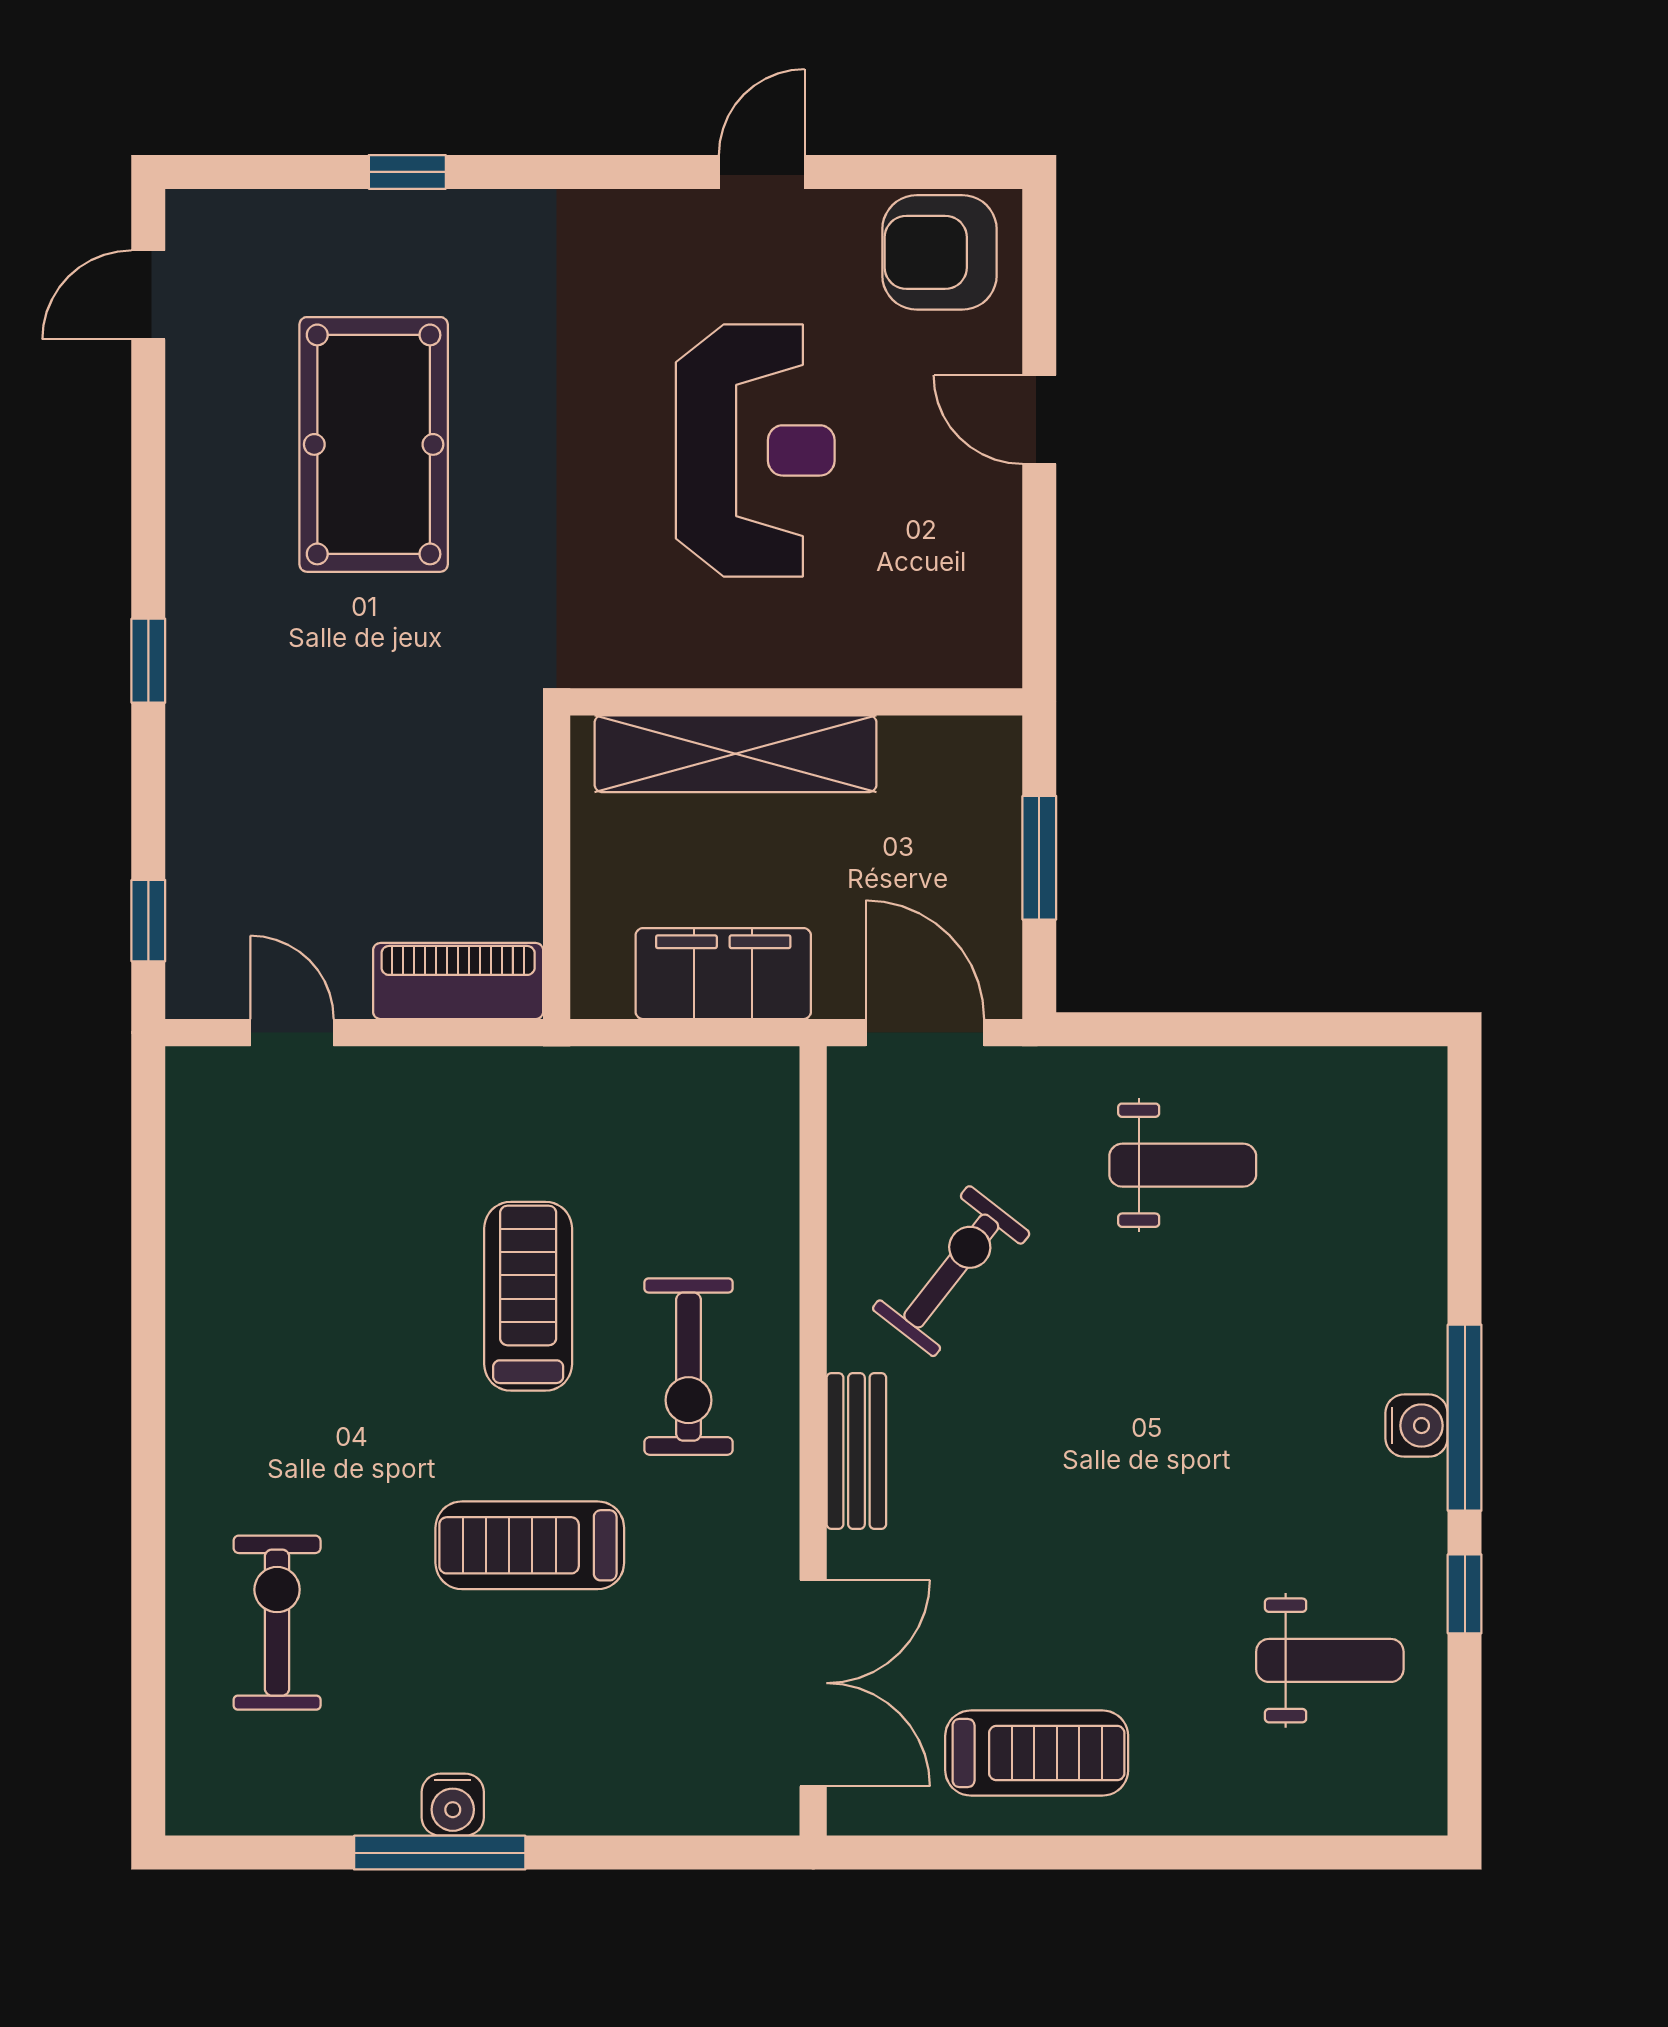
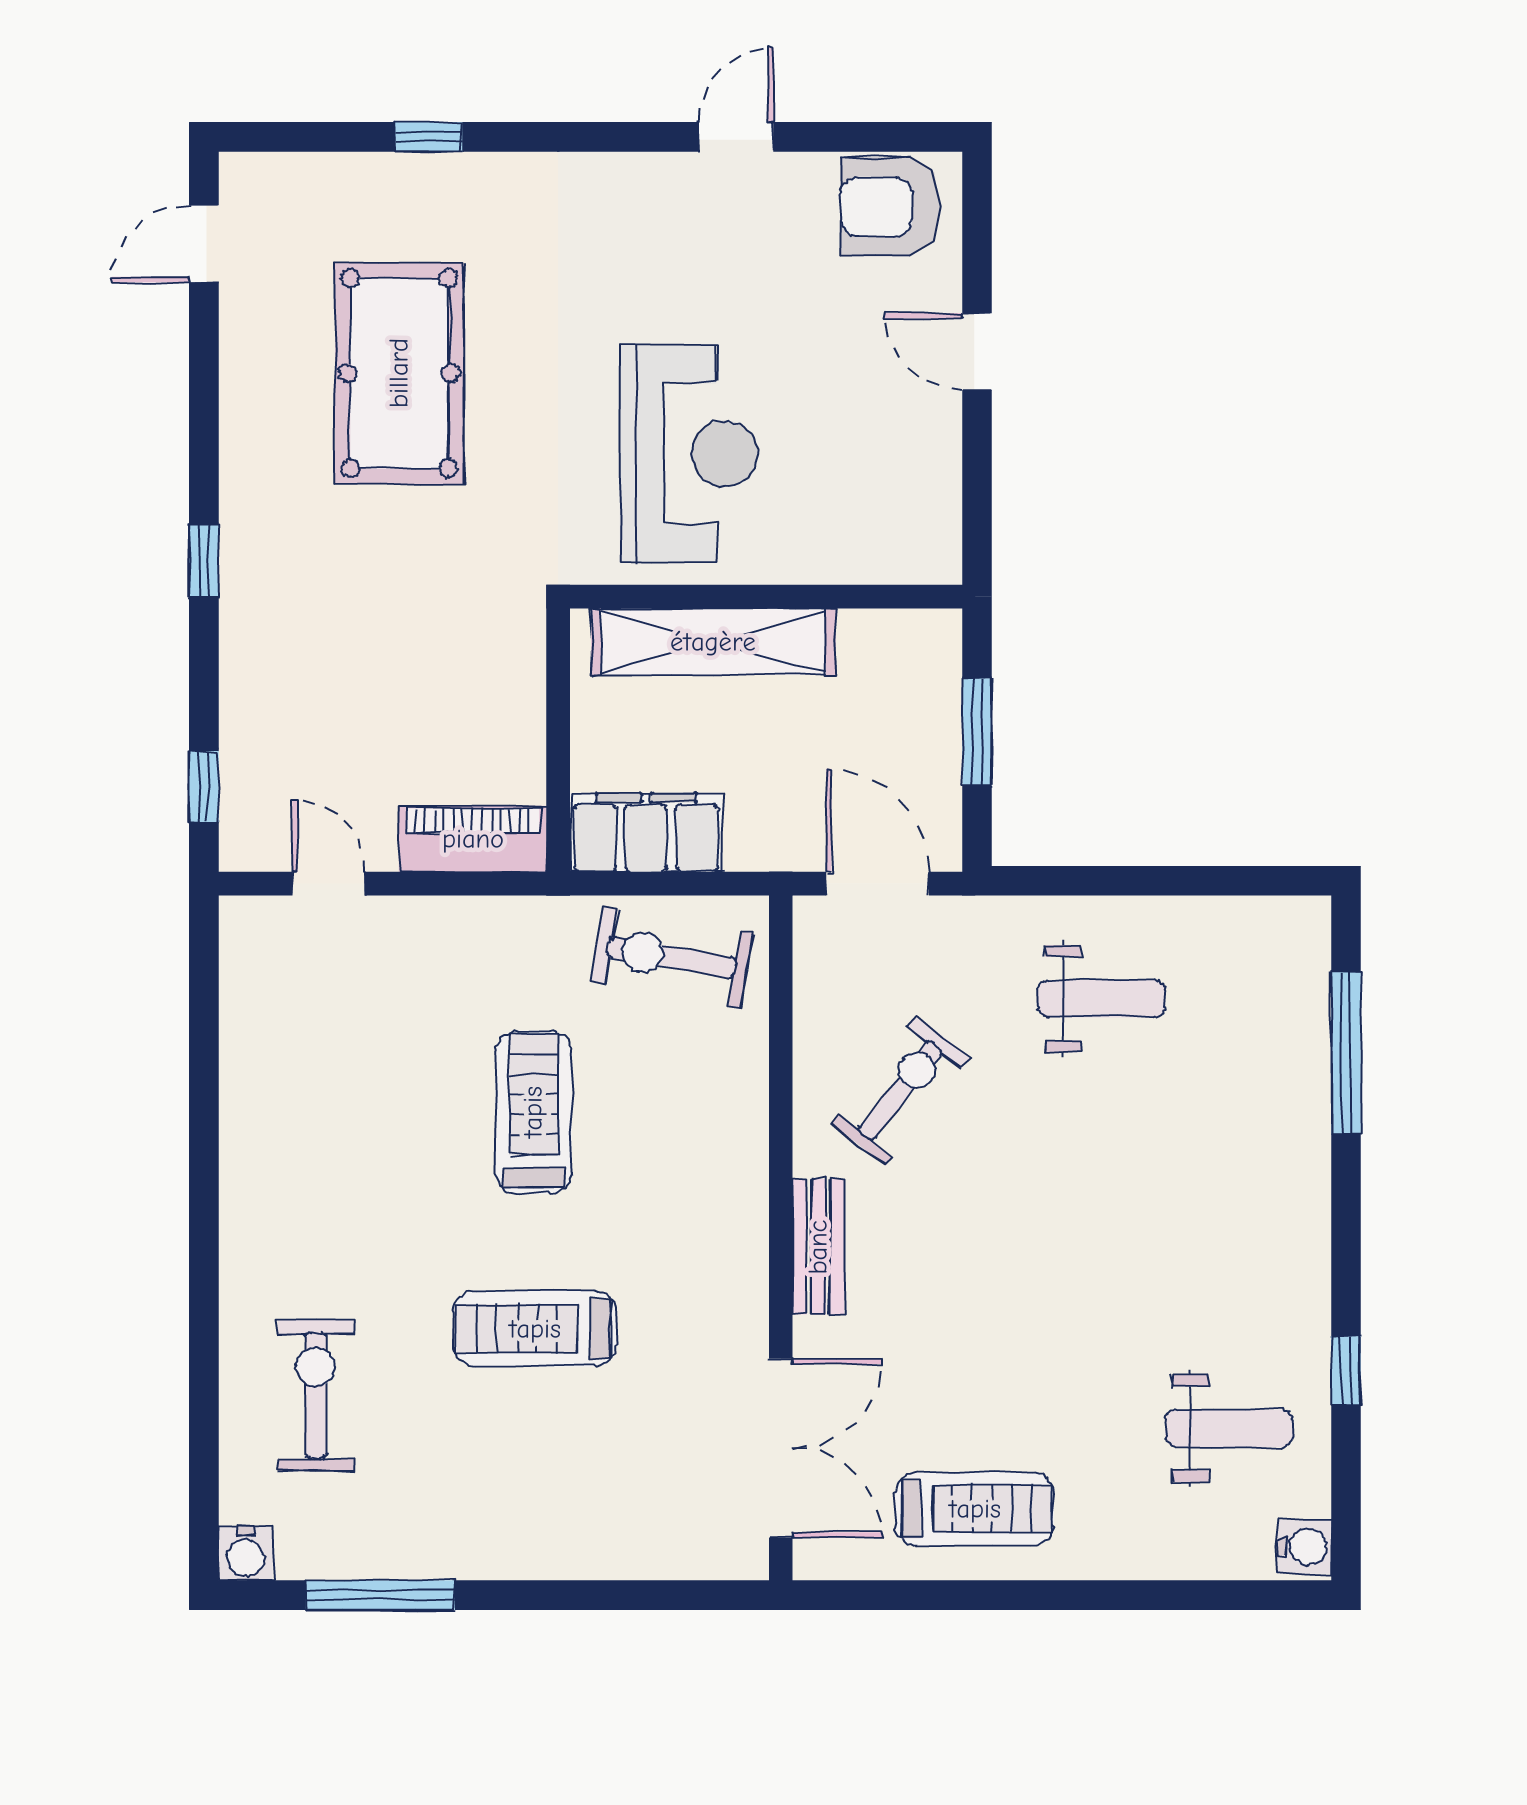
reception desk: (755, 450) -> (689, 453), moved
filing cabinet: (723, 974) -> (646, 832), moved
exercise bike: (688, 1367) -> (672, 957), moved, turned 100
window: (1465, 1418) -> (1346, 1053), moved
water cooler: (1417, 1426) -> (1304, 1547), moved
water cooler: (453, 1805) -> (245, 1554), moved
window: (440, 1853) -> (380, 1595), moved

